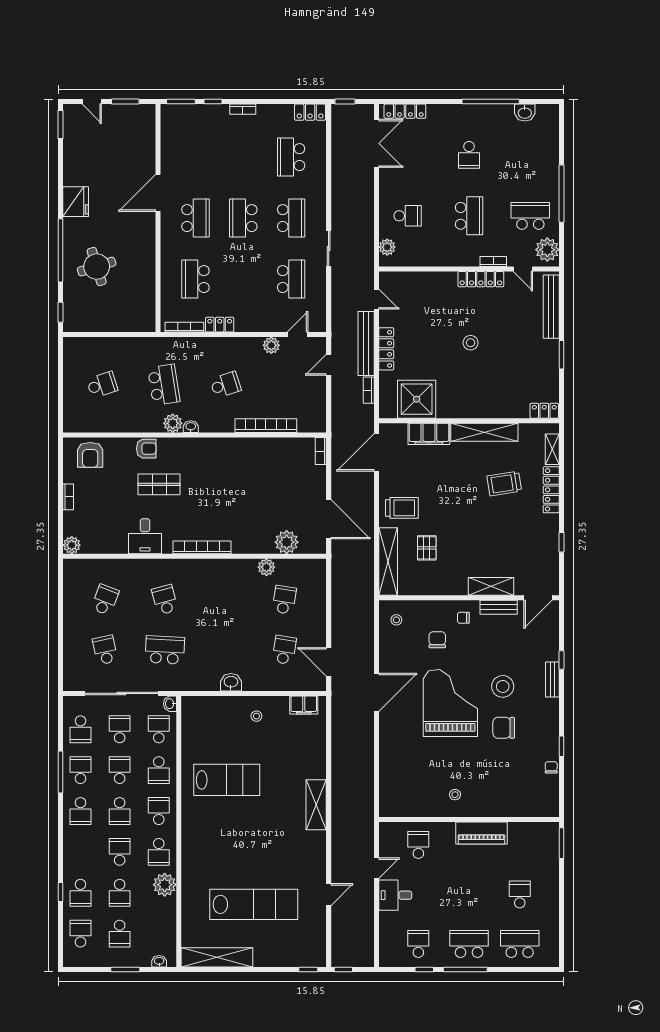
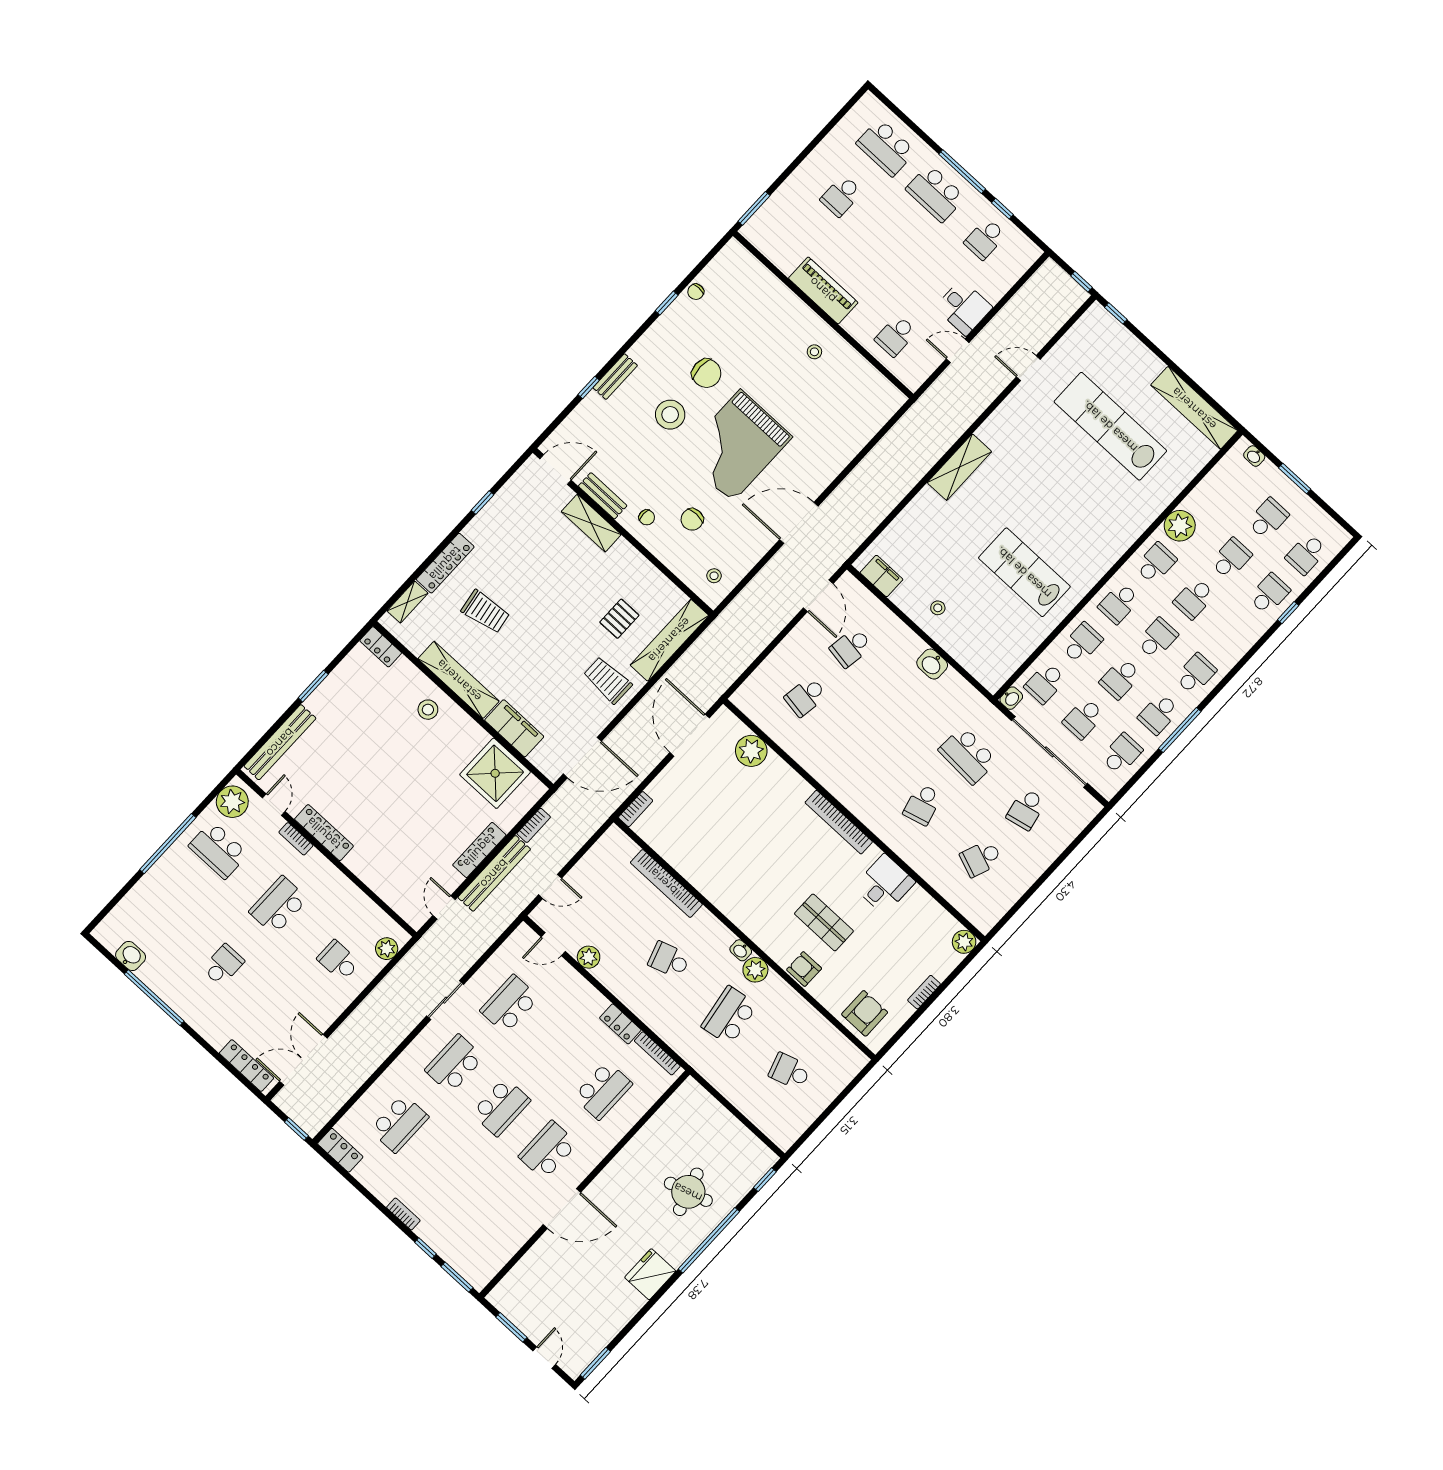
stool: (471, 343) -> (428, 710), moved
plant: (266, 567) -> (794, 745), removed

